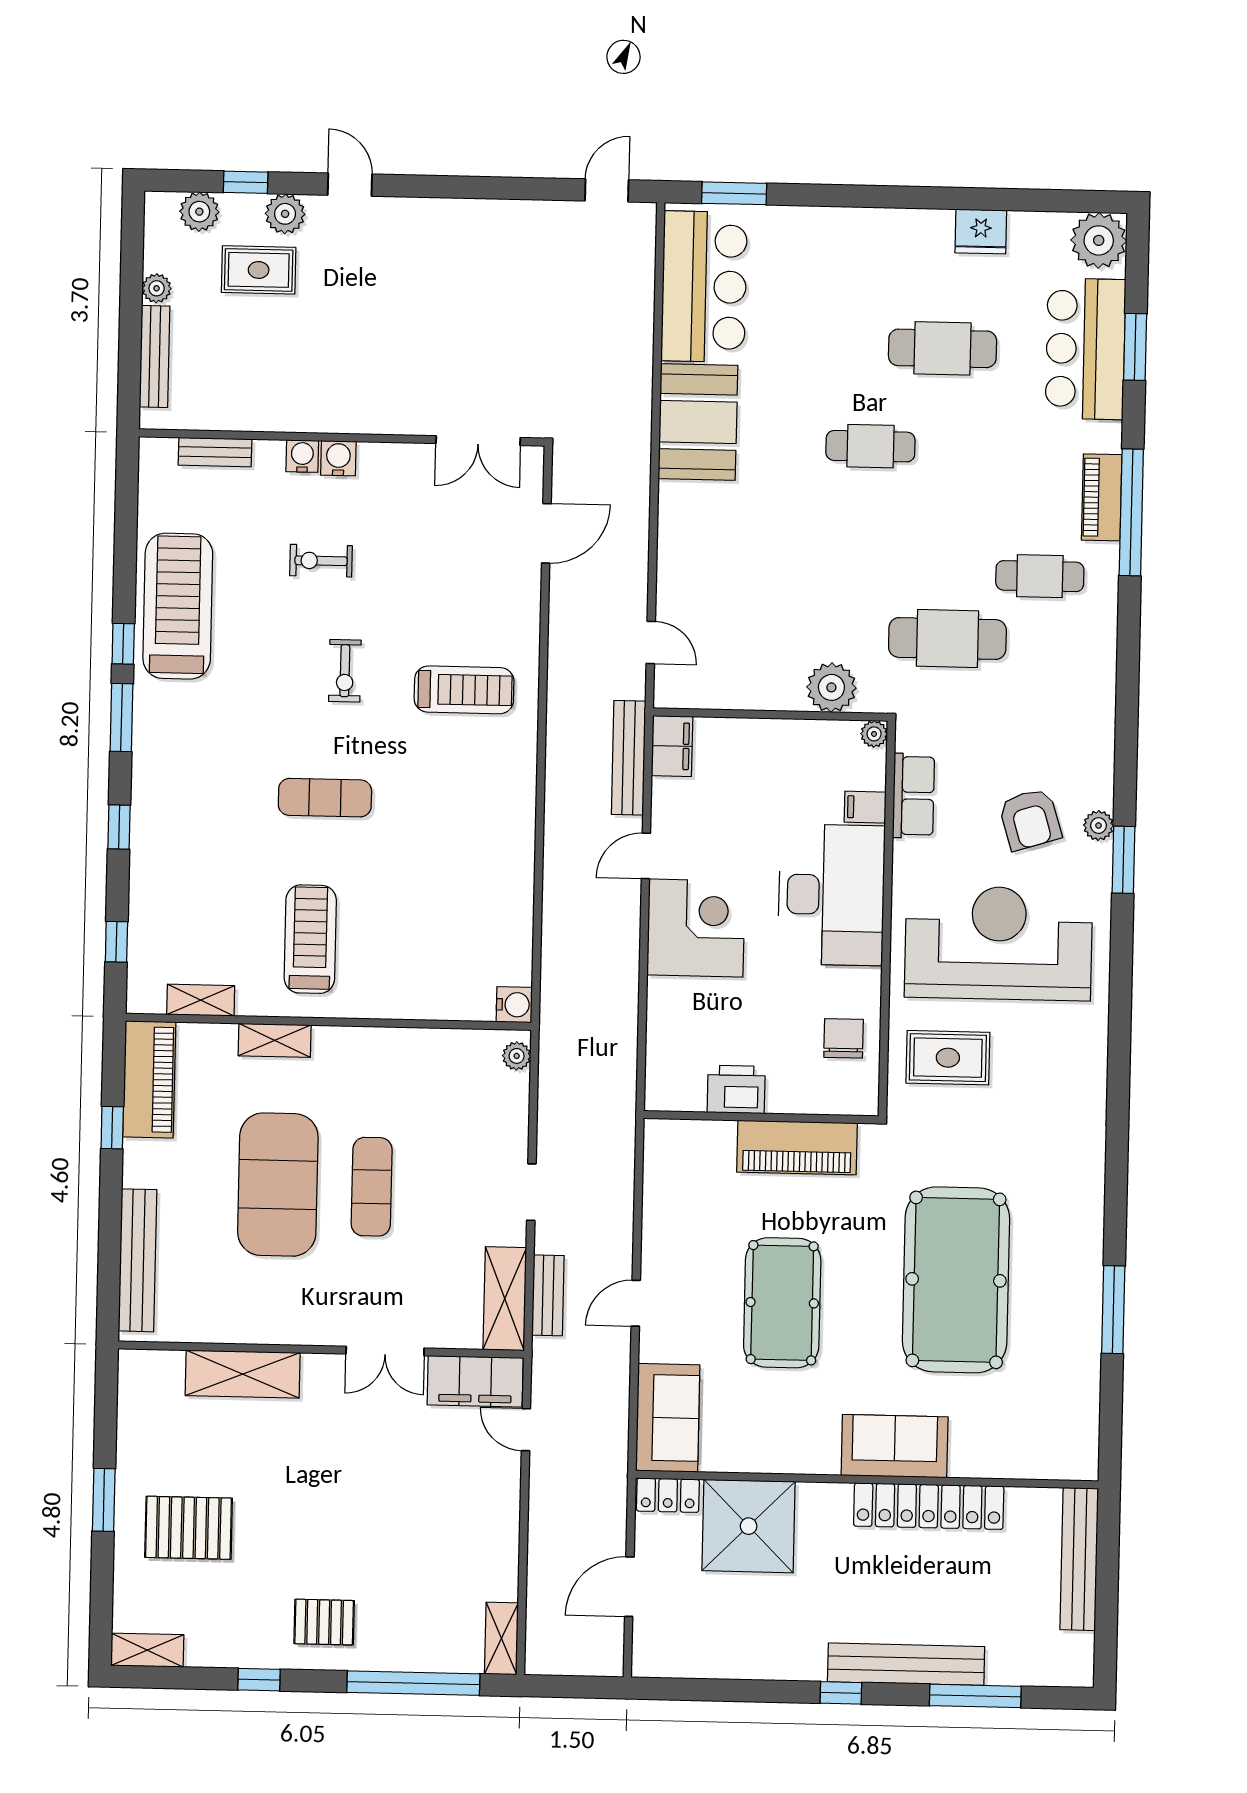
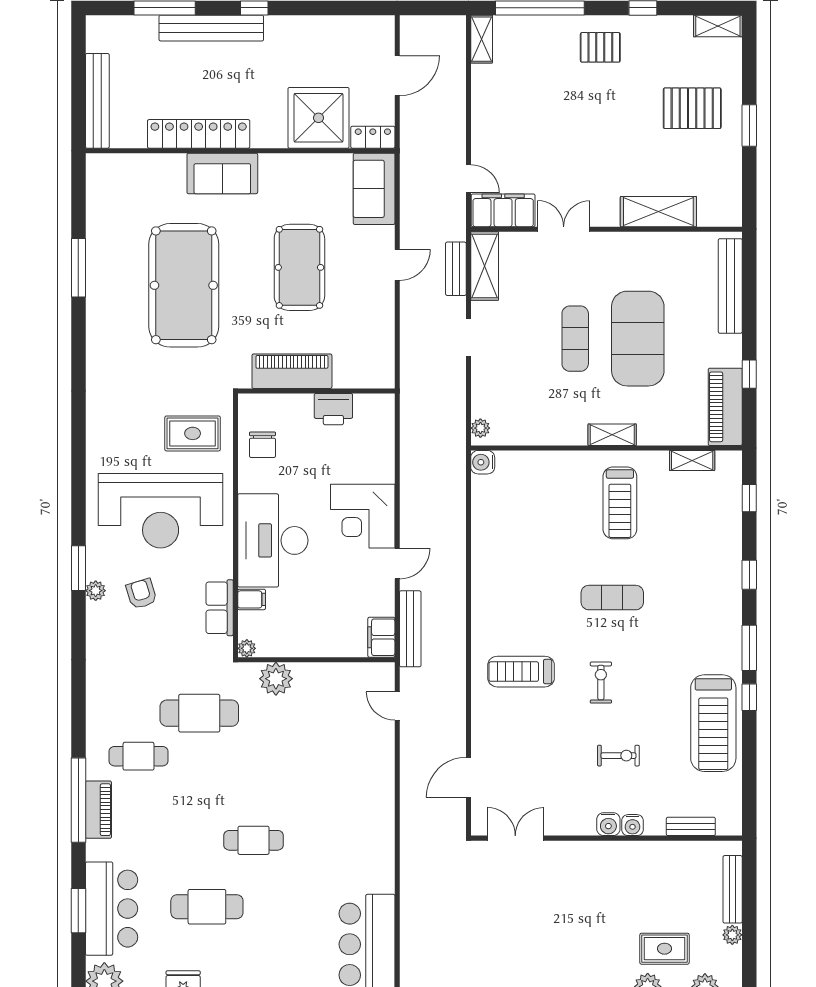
booth: (698, 422) -> (369, 854), removed
armchair: (1030, 819) -> (141, 594), width x0.72, depth x0.72
shelving: (275, 1040) -> (612, 435), moved

